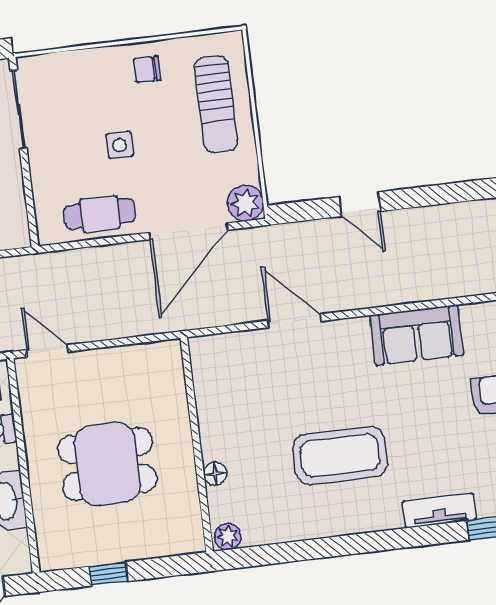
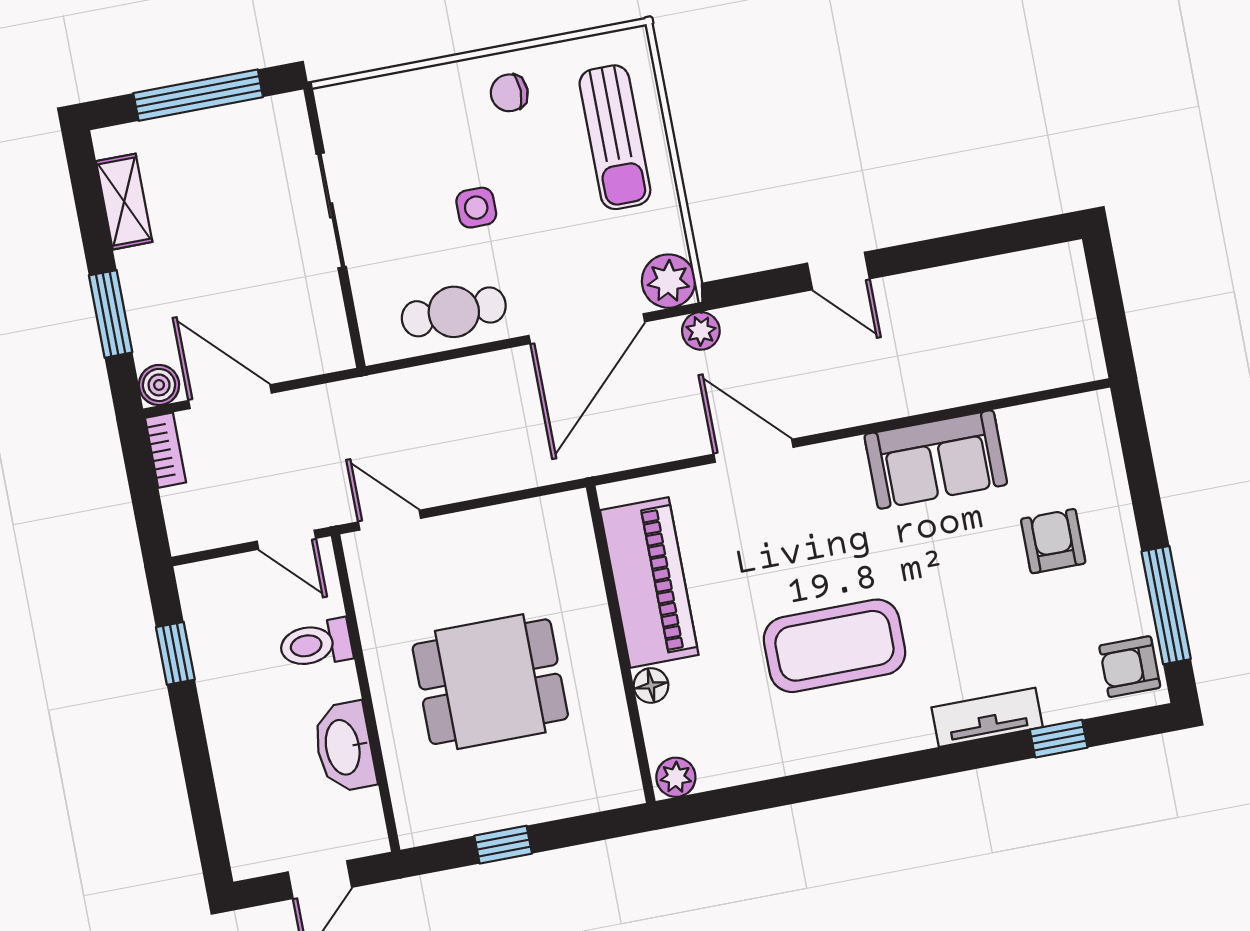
sliding door: (18, 109) -> (331, 210), moved
plant: (265, 238) -> (701, 331), added
piano: (219, 405) -> (649, 583), added

